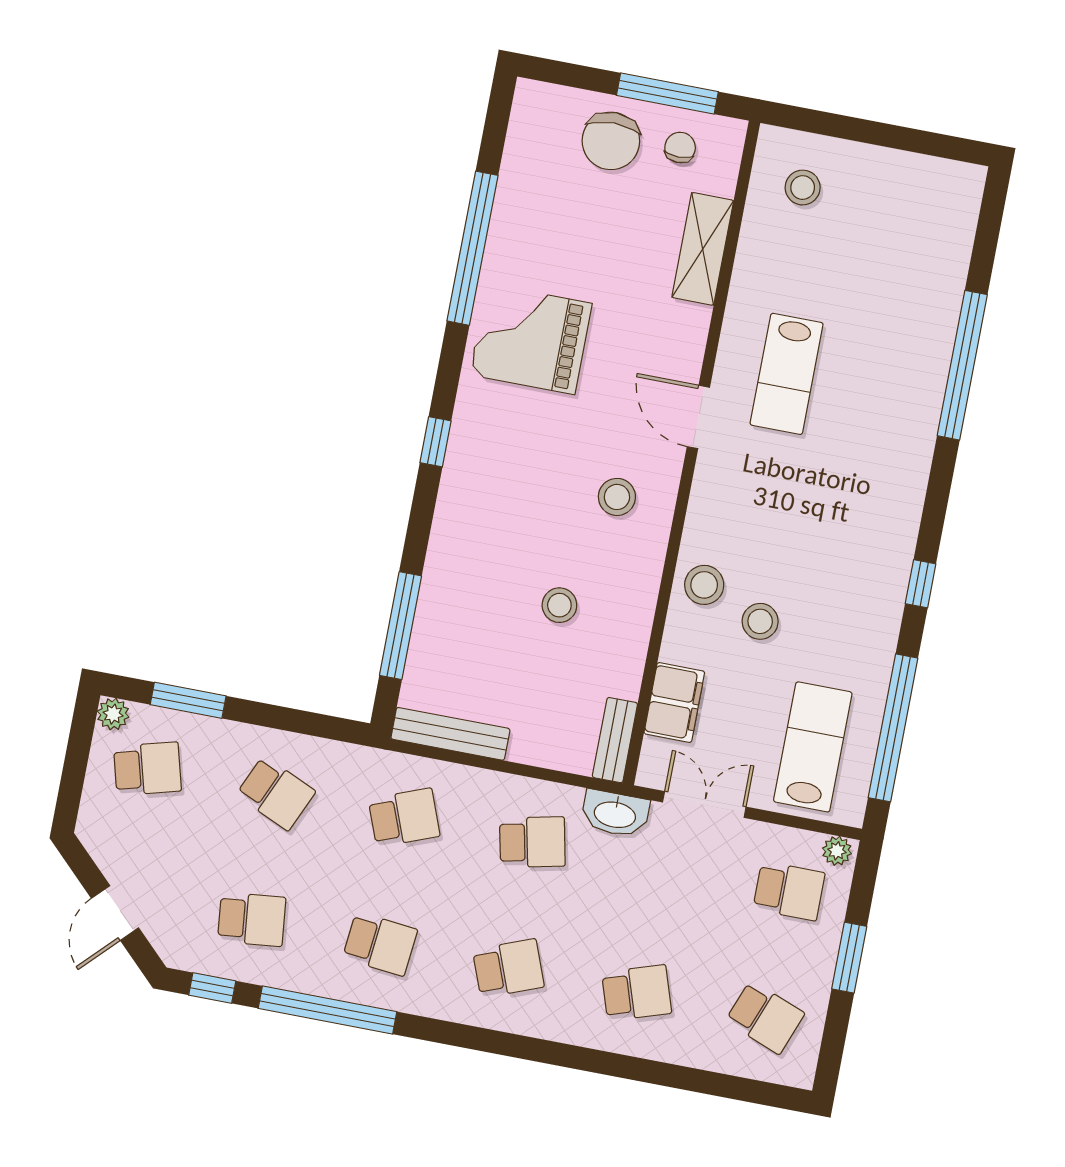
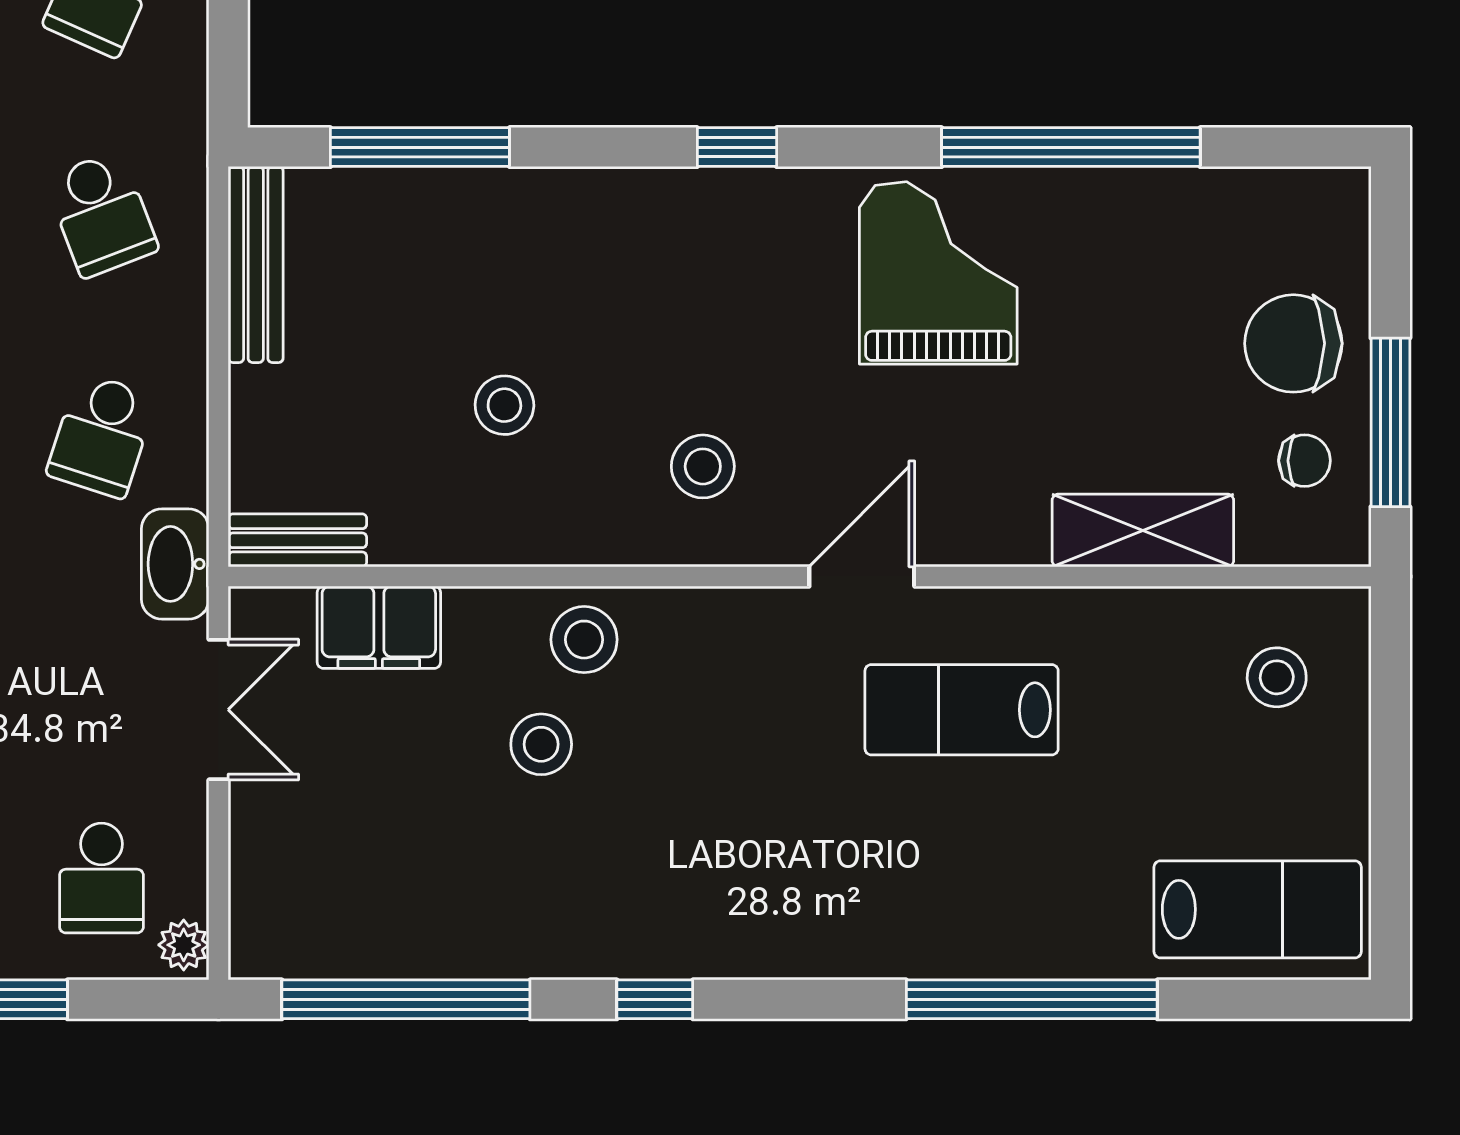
lab bench: (813, 747) -> (1258, 909), moved
school desk: (532, 842) -> (101, 435), turned 30

